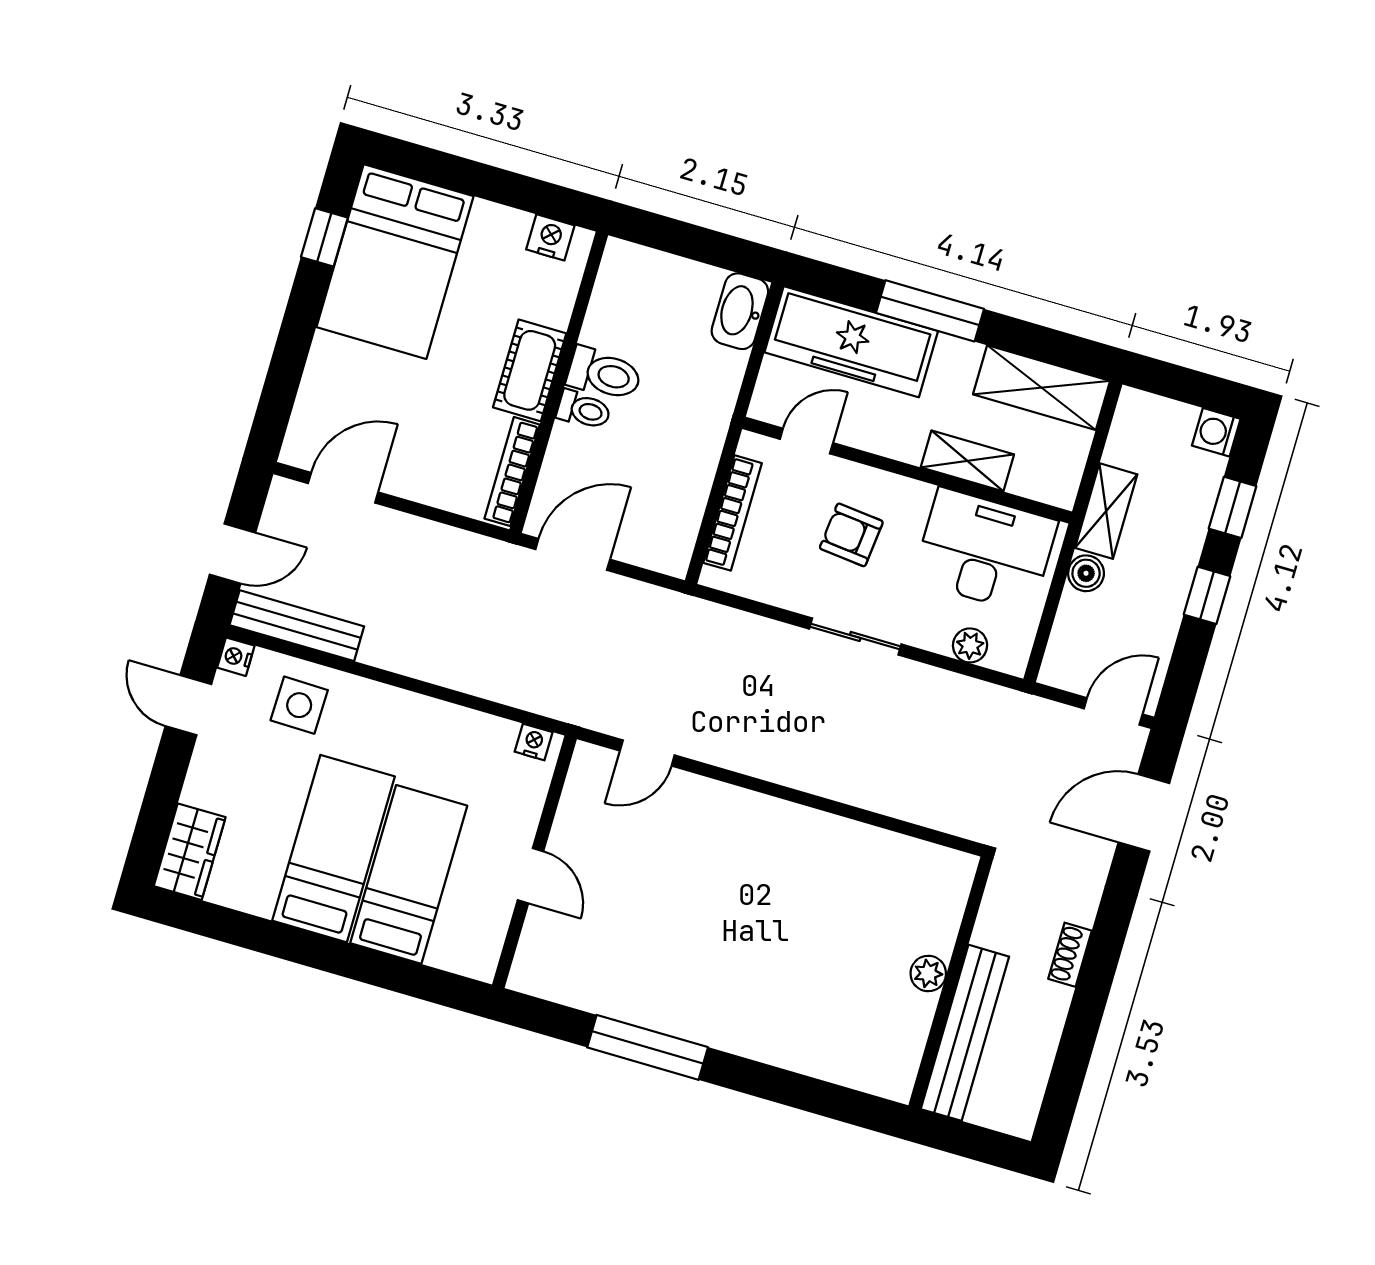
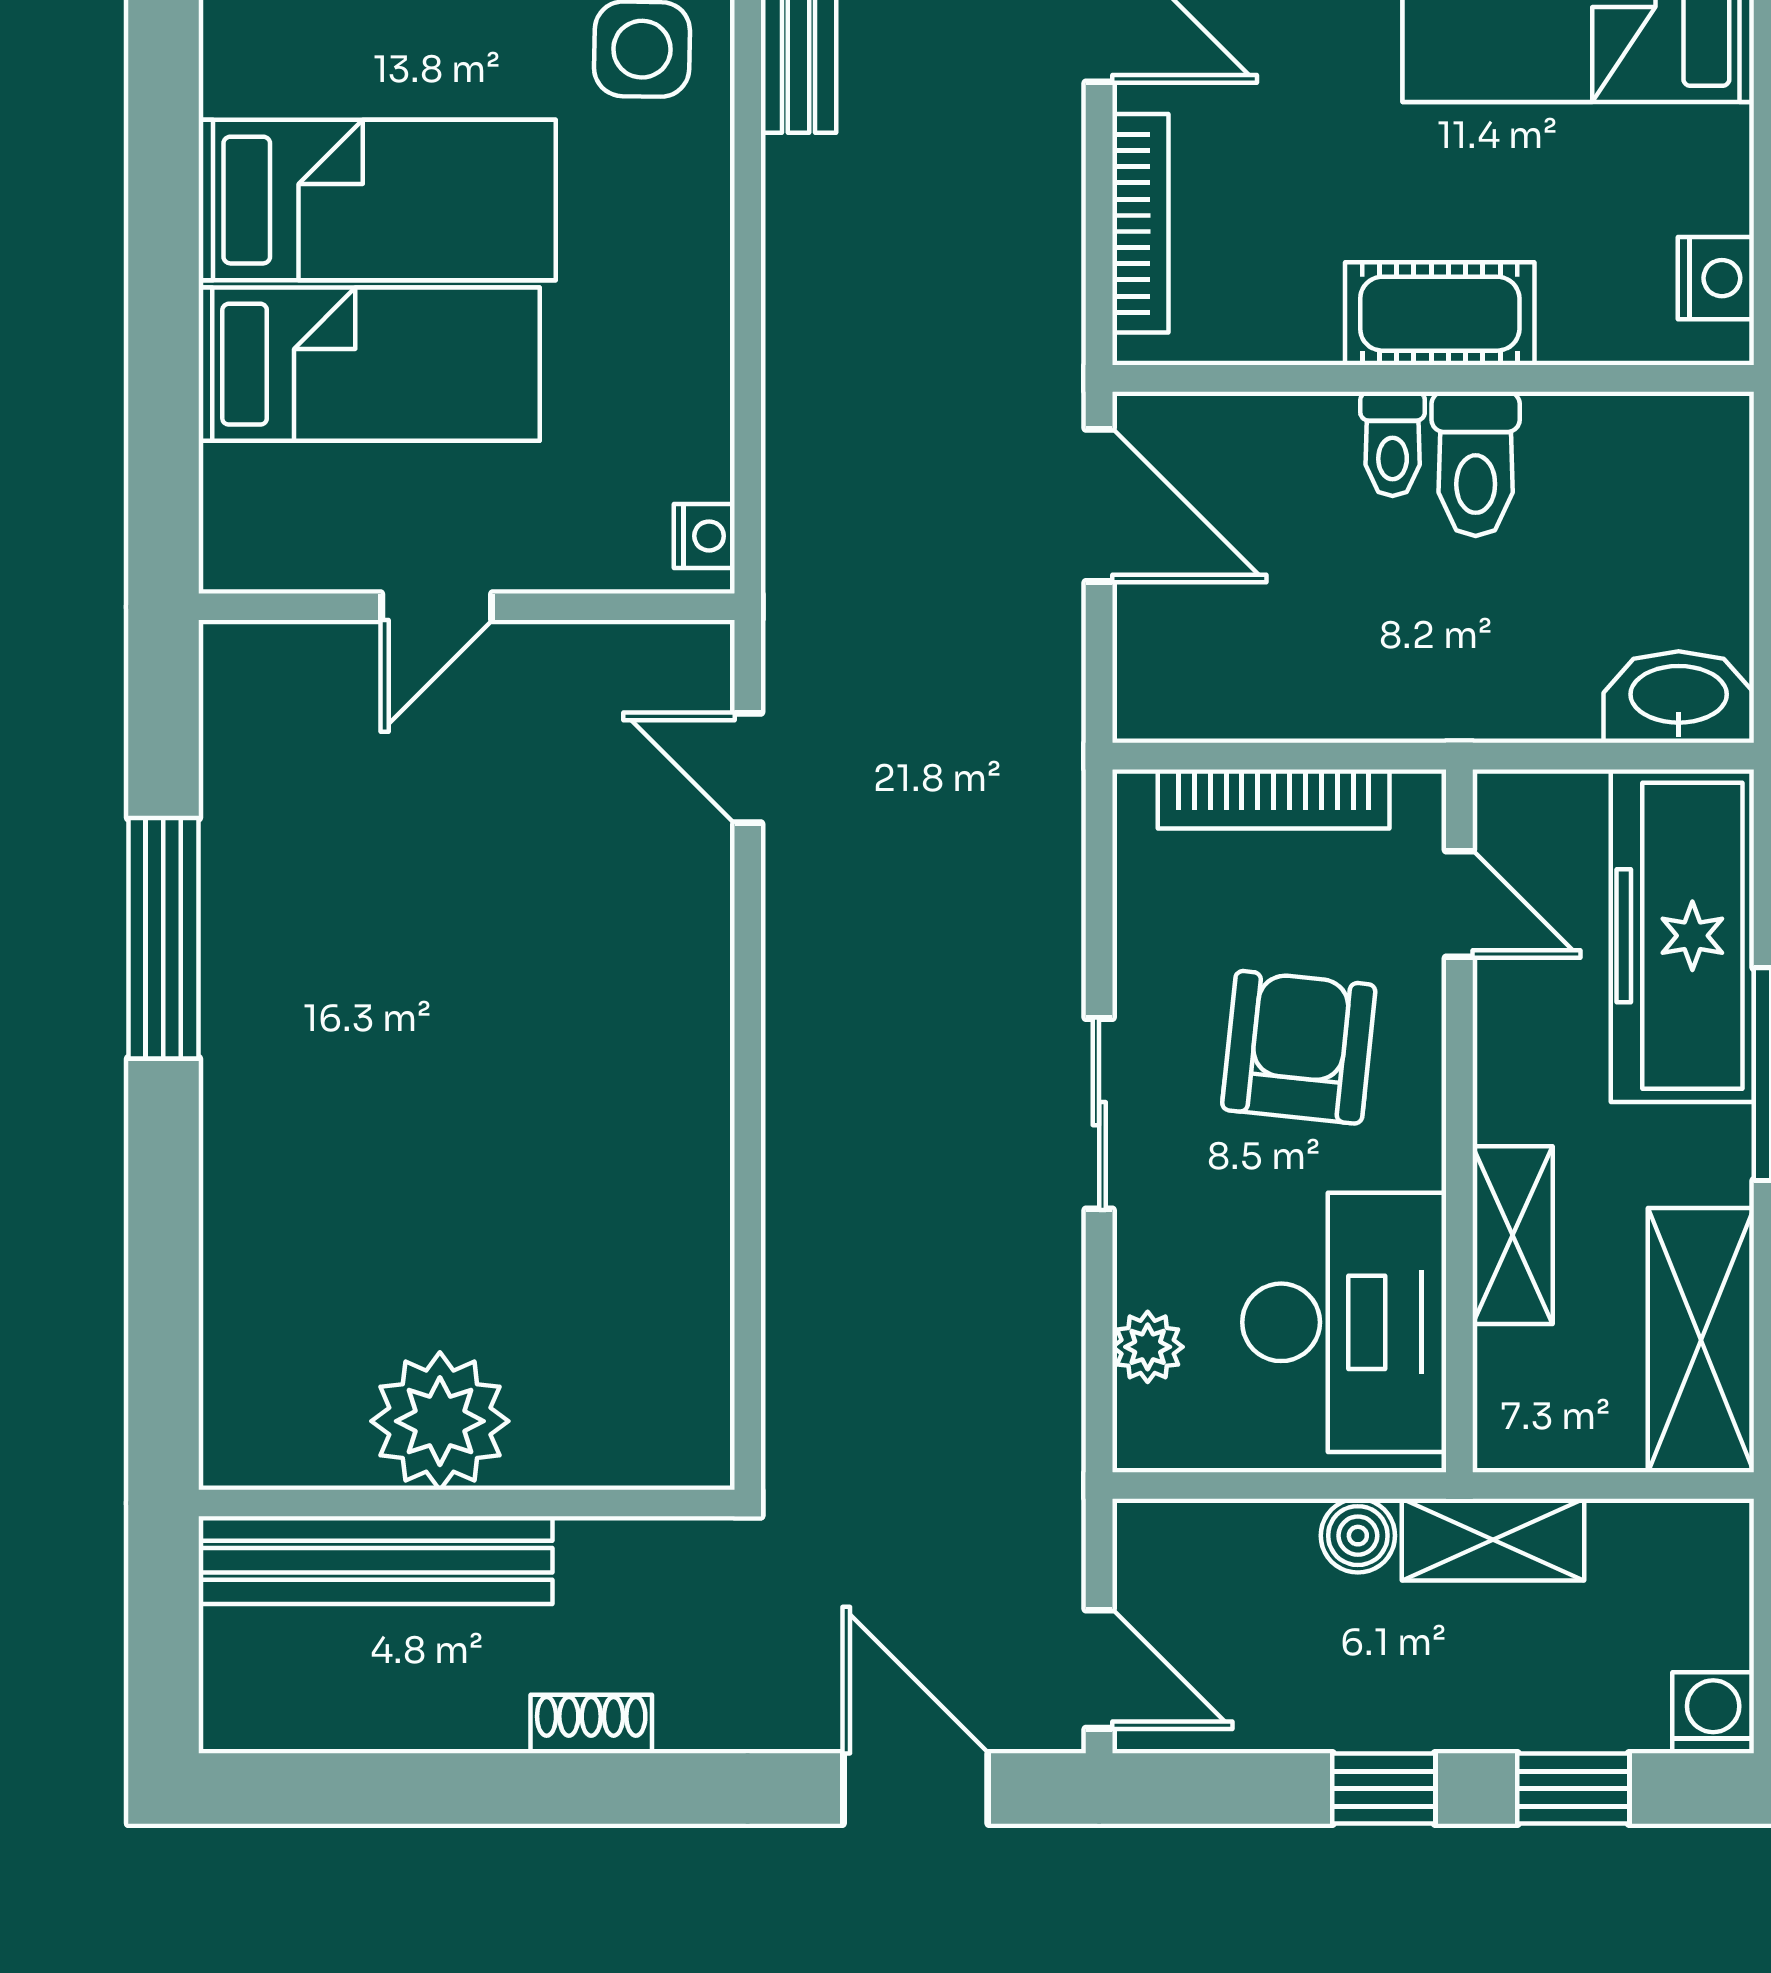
bookcase: (512, 472) -> (1140, 223), moved, turned 90
armchair: (851, 535) -> (1299, 1047), width x1.38, depth x1.38
plant: (928, 973) -> (440, 1421), width x1.88, depth x1.88

